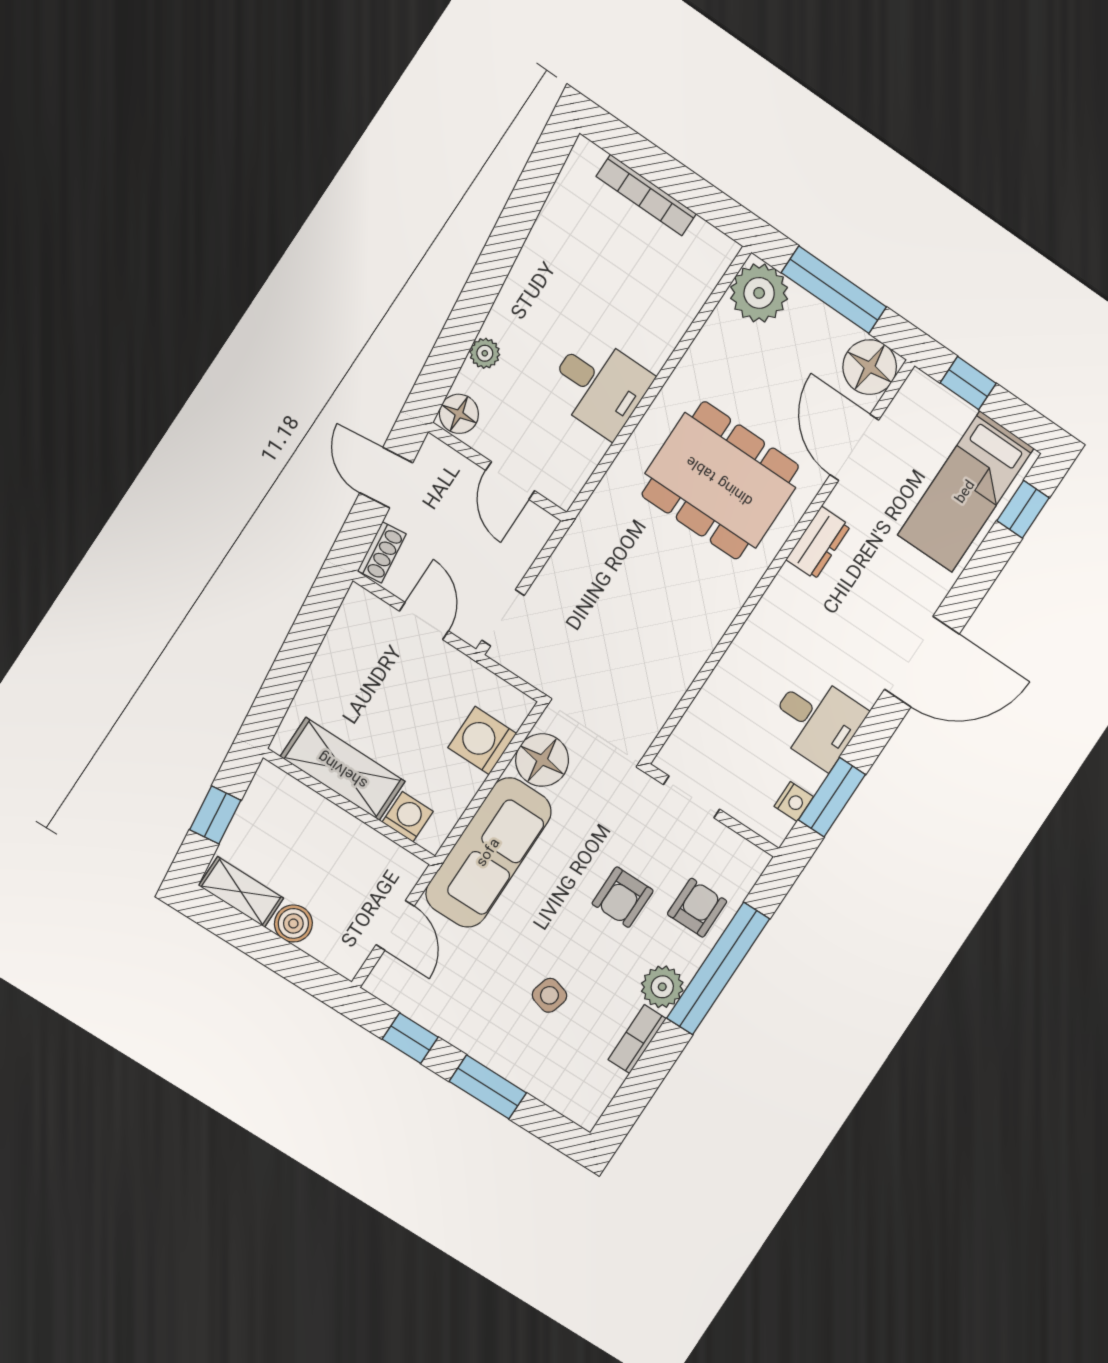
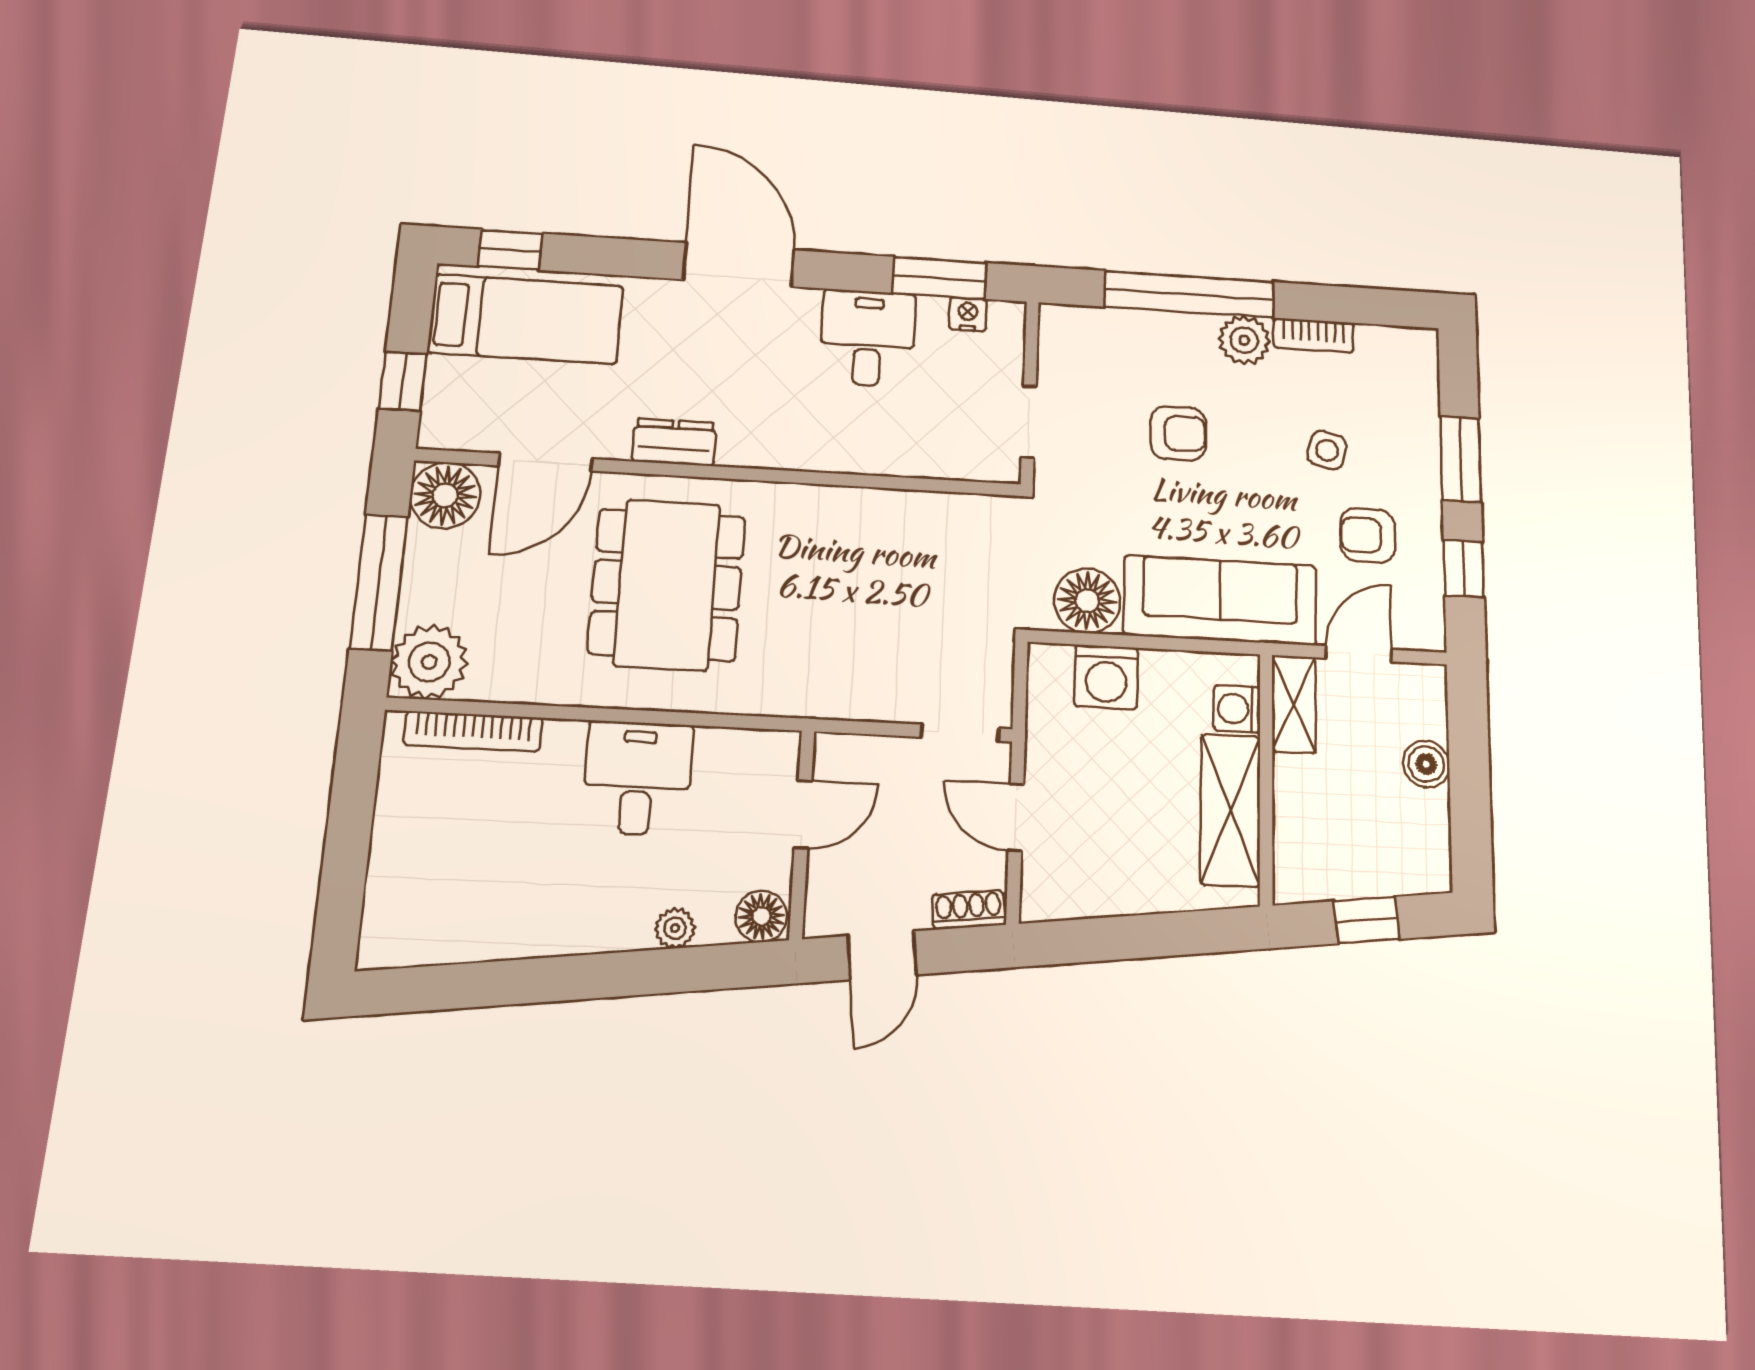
bookcase: (646, 195) -> (473, 731), moved, turned 90
door: (424, 621) -> (1016, 817), hinge flipped
shelving: (241, 892) -> (1294, 704), moved
armchair: (697, 908) -> (1368, 535), moved

